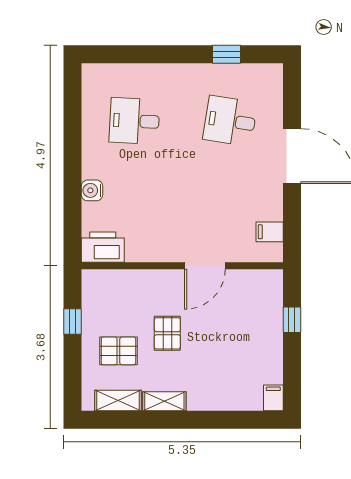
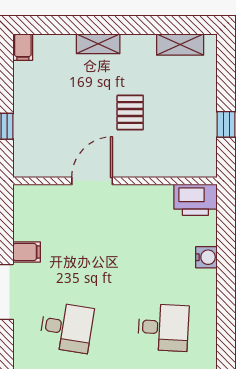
filing cabinet: (270, 232) -> (27, 252), moved
pallet: (118, 351) -> (180, 95), removed
shelving: (164, 401) -> (98, 44), moved

